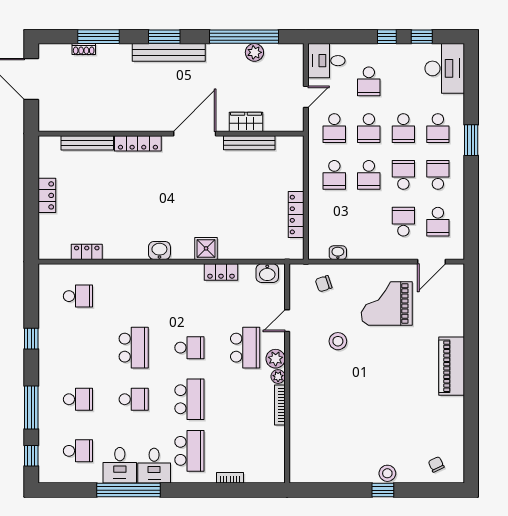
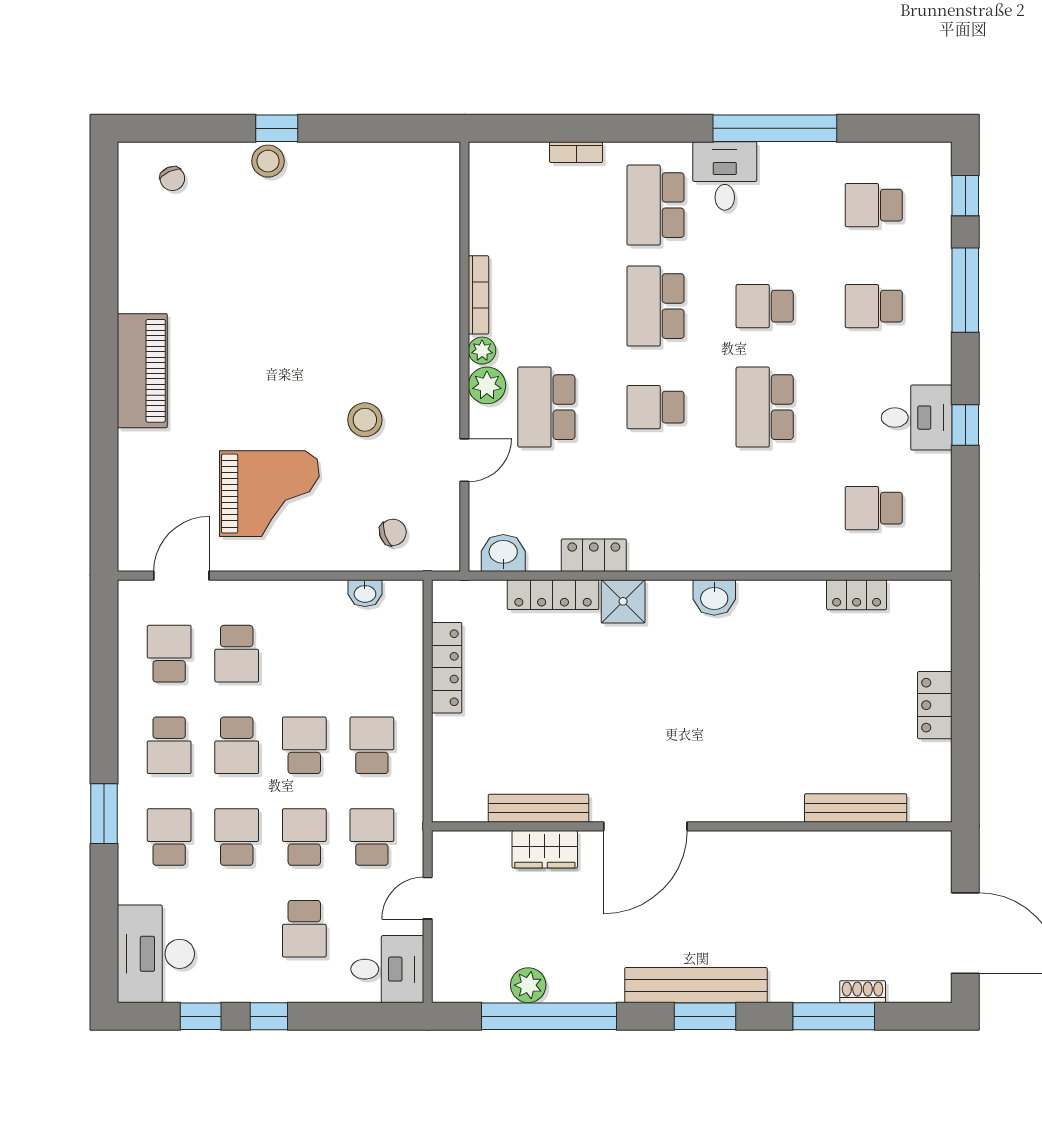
school desk: (369, 81) -> (304, 929), turned 180
locker: (138, 143) -> (553, 595), moved, turned 180
desk: (120, 465) -> (917, 418), moved, turned 90

